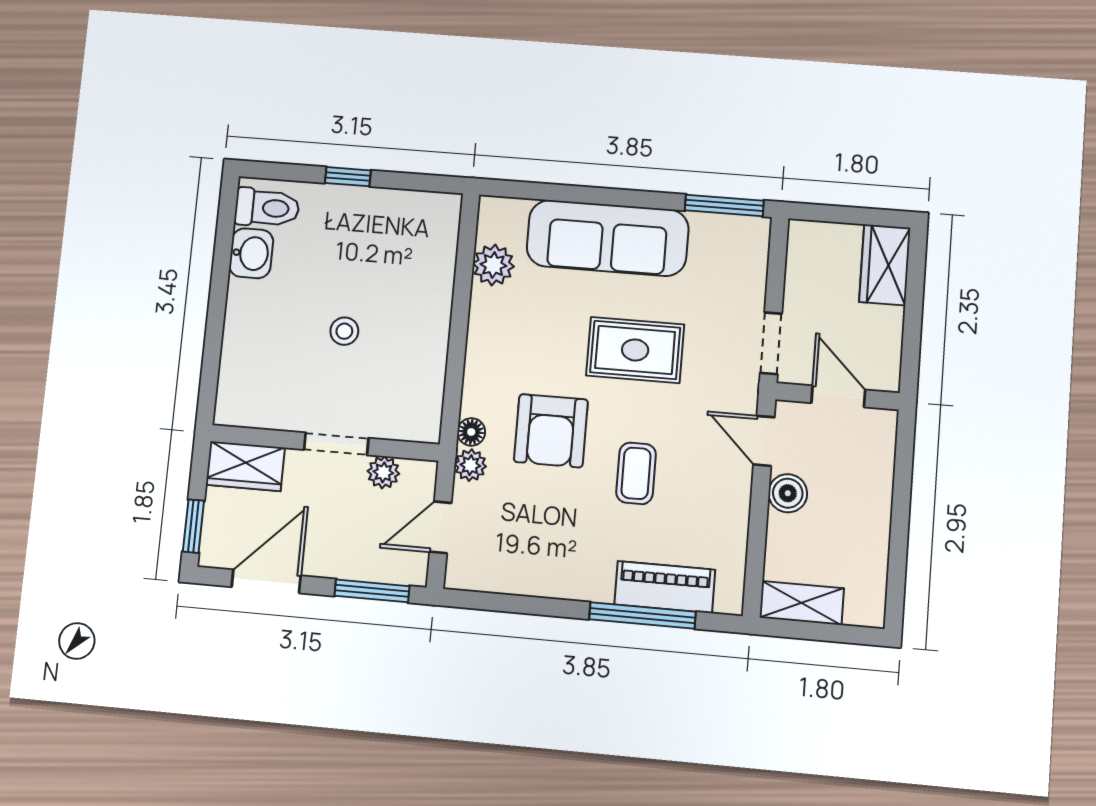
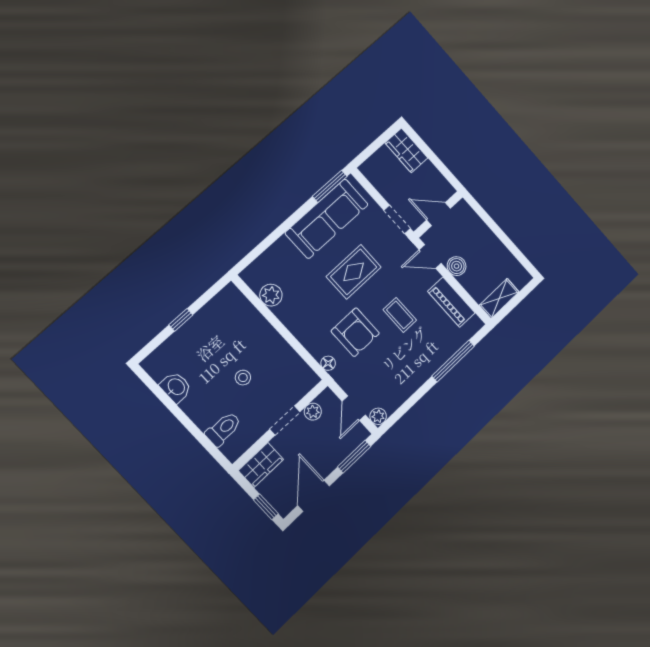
toilet: (267, 208) -> (223, 429), moved
sofa: (608, 238) -> (327, 219), moved
plant: (470, 465) -> (378, 416), moved
piano: (665, 587) -> (451, 302), moved, turned -90

